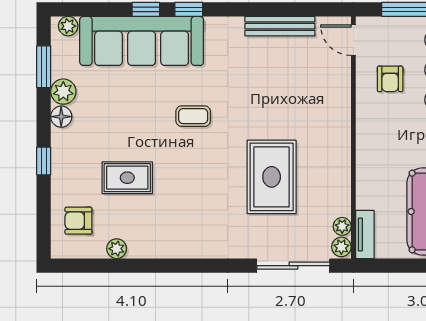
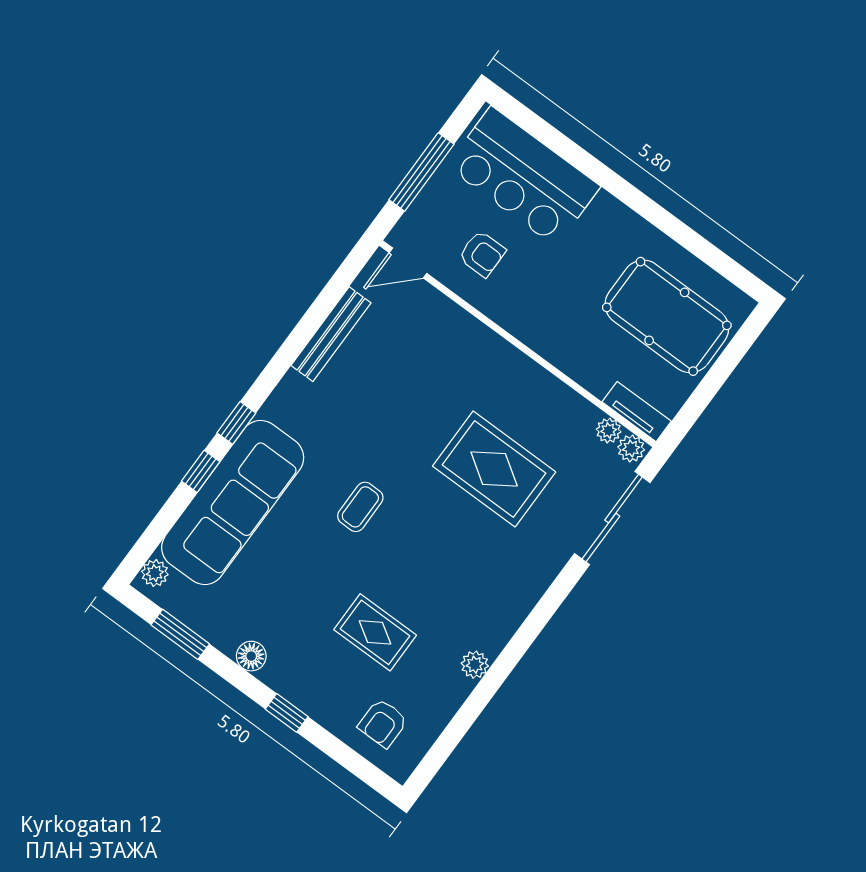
plant: (63, 92) -> (225, 633), removed
rug: (127, 178) -> (375, 632), turned 90
plant: (117, 249) -> (475, 665), moved

